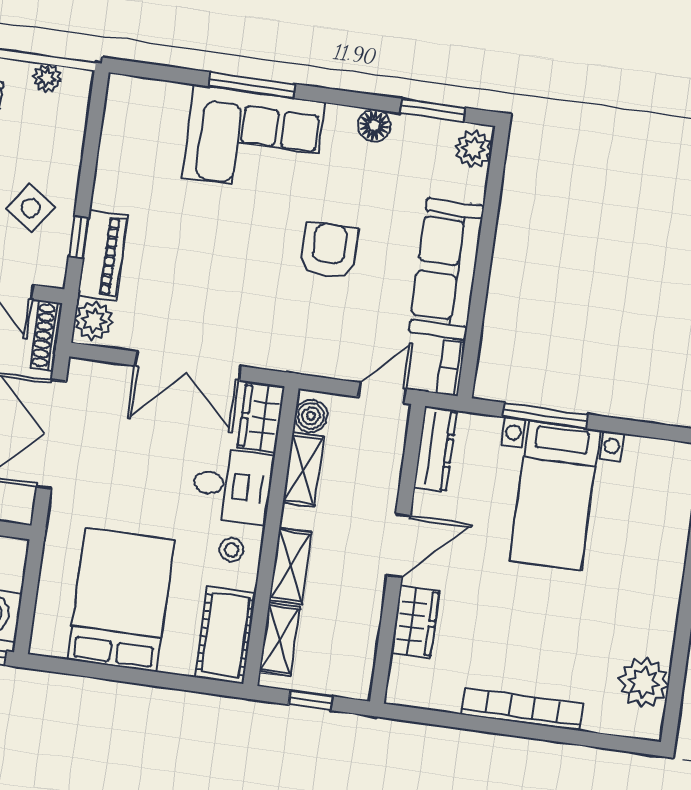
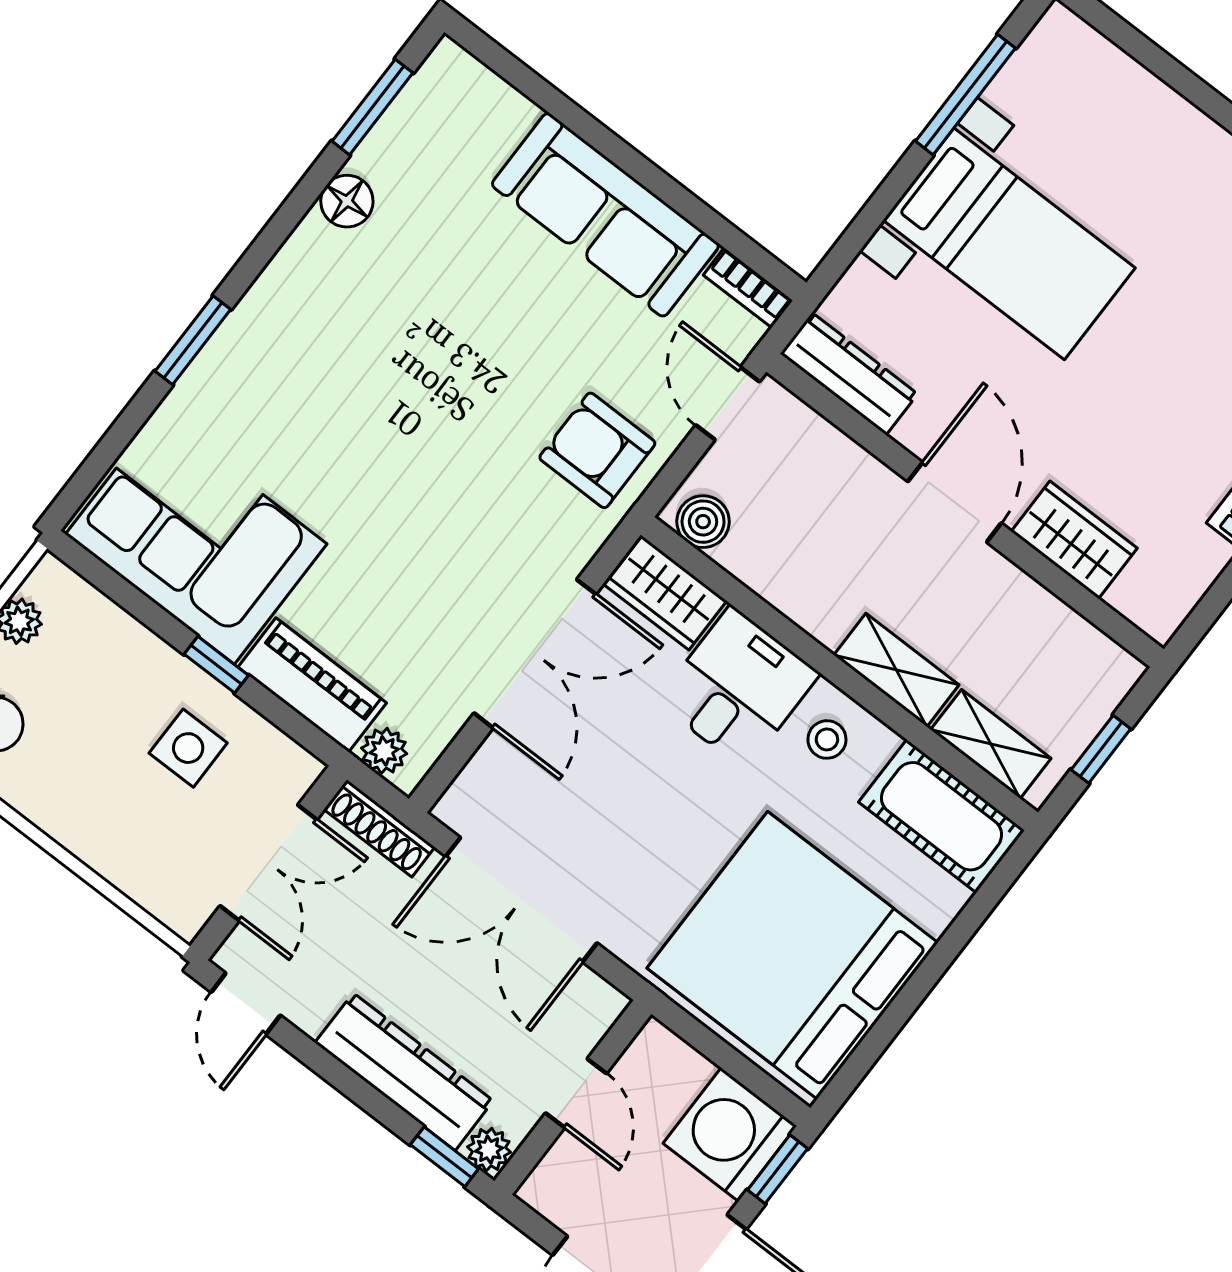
window: (252, 85) -> (193, 340), width x0.69
corner sofa: (253, 140) -> (196, 539), moved, turned -90
plant: (473, 149) -> (459, 81), removed
side table: (31, 208) -> (188, 748), turned -35
window: (79, 237) -> (216, 665), moved
armchair: (329, 251) -> (597, 450), moved
plant: (94, 321) -> (384, 751), width x0.73, depth x0.73
window: (545, 415) -> (965, 95), moved
shelving: (303, 470) -> (772, 575), removed
bed: (121, 600) -> (793, 955), width x1.36

